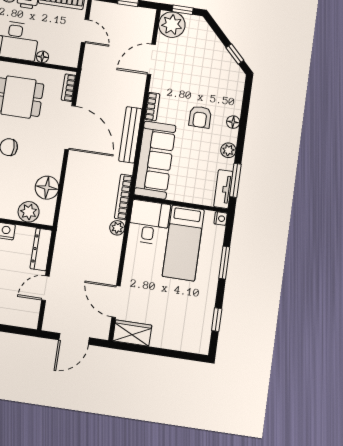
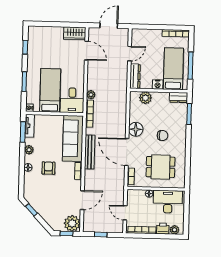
floor lamp: (47, 188) -> (136, 129), moved

